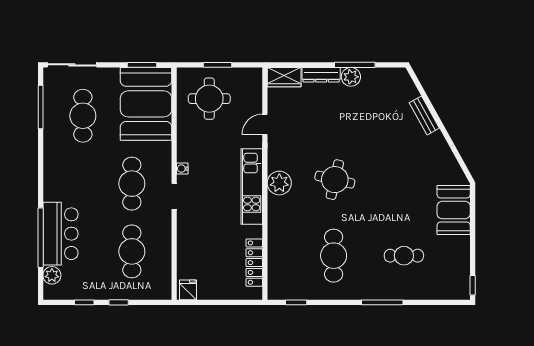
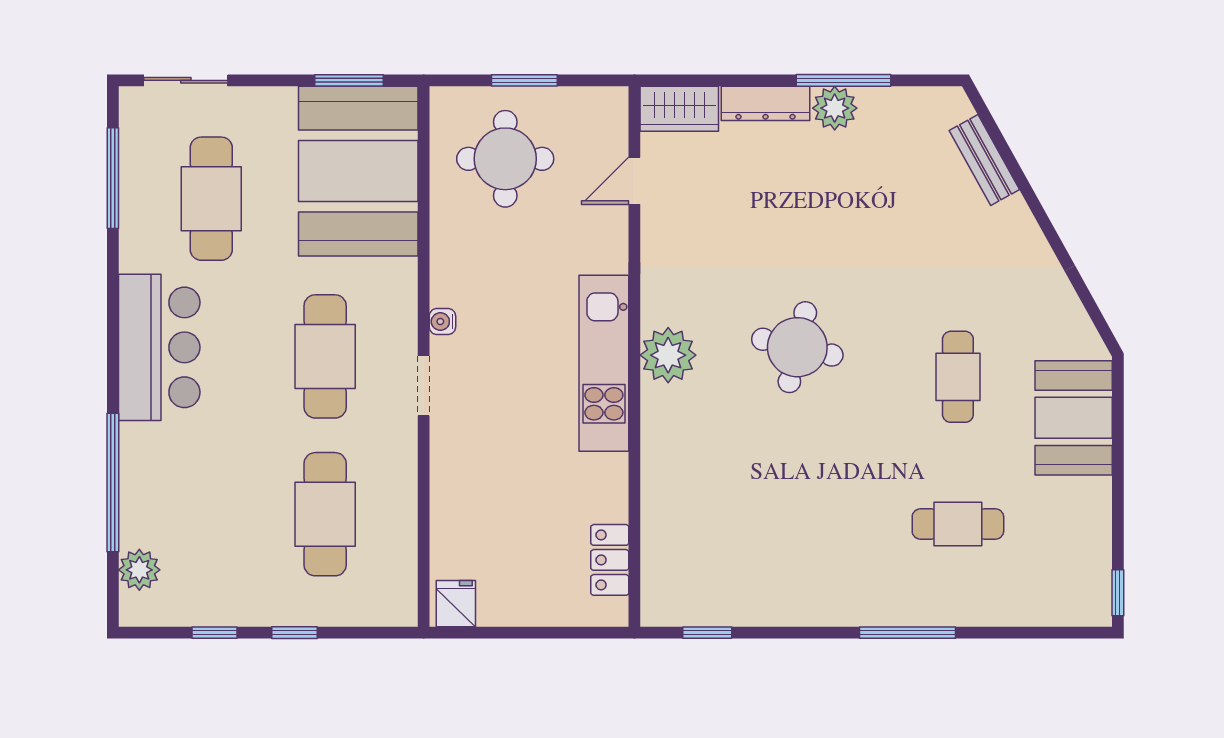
sliding door: (72, 65) -> (186, 80), width x0.73
bench: (424, 115) -> (984, 160), moved
door: (265, 124) -> (634, 181), moved
bar counter: (60, 234) -> (159, 347), moved
cafe table: (334, 256) -> (958, 377), moved, width x0.73, depth x0.74
locker: (254, 263) -> (610, 560), width x0.66

